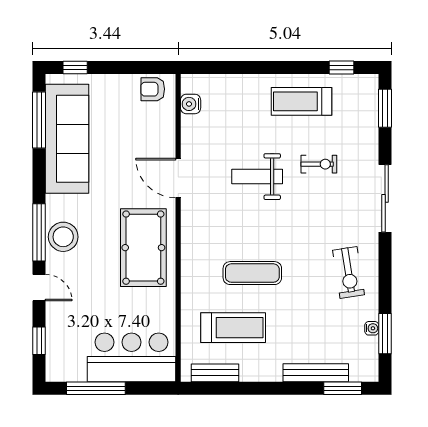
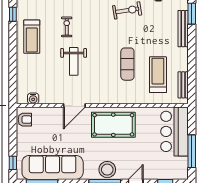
armchair: (153, 89) -> (25, 120), turned -90

